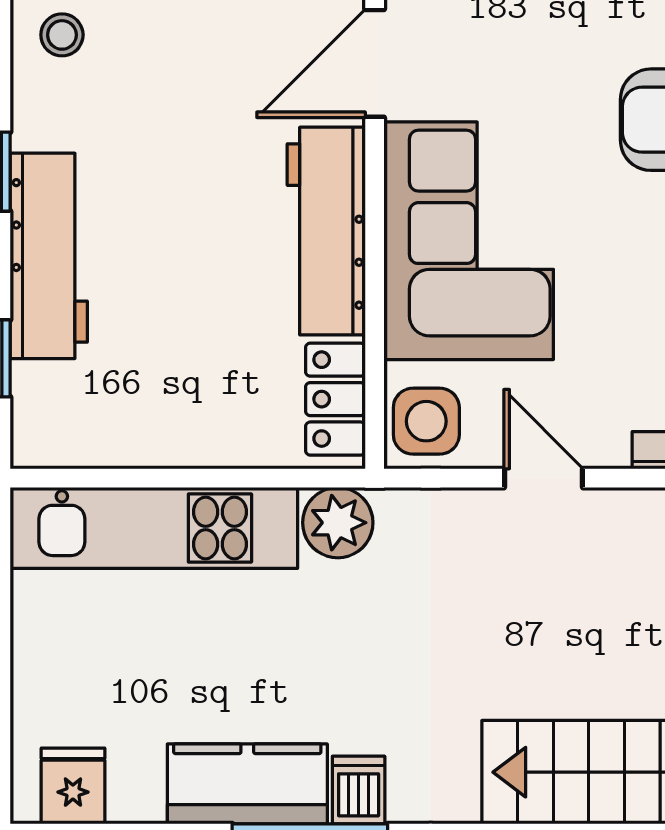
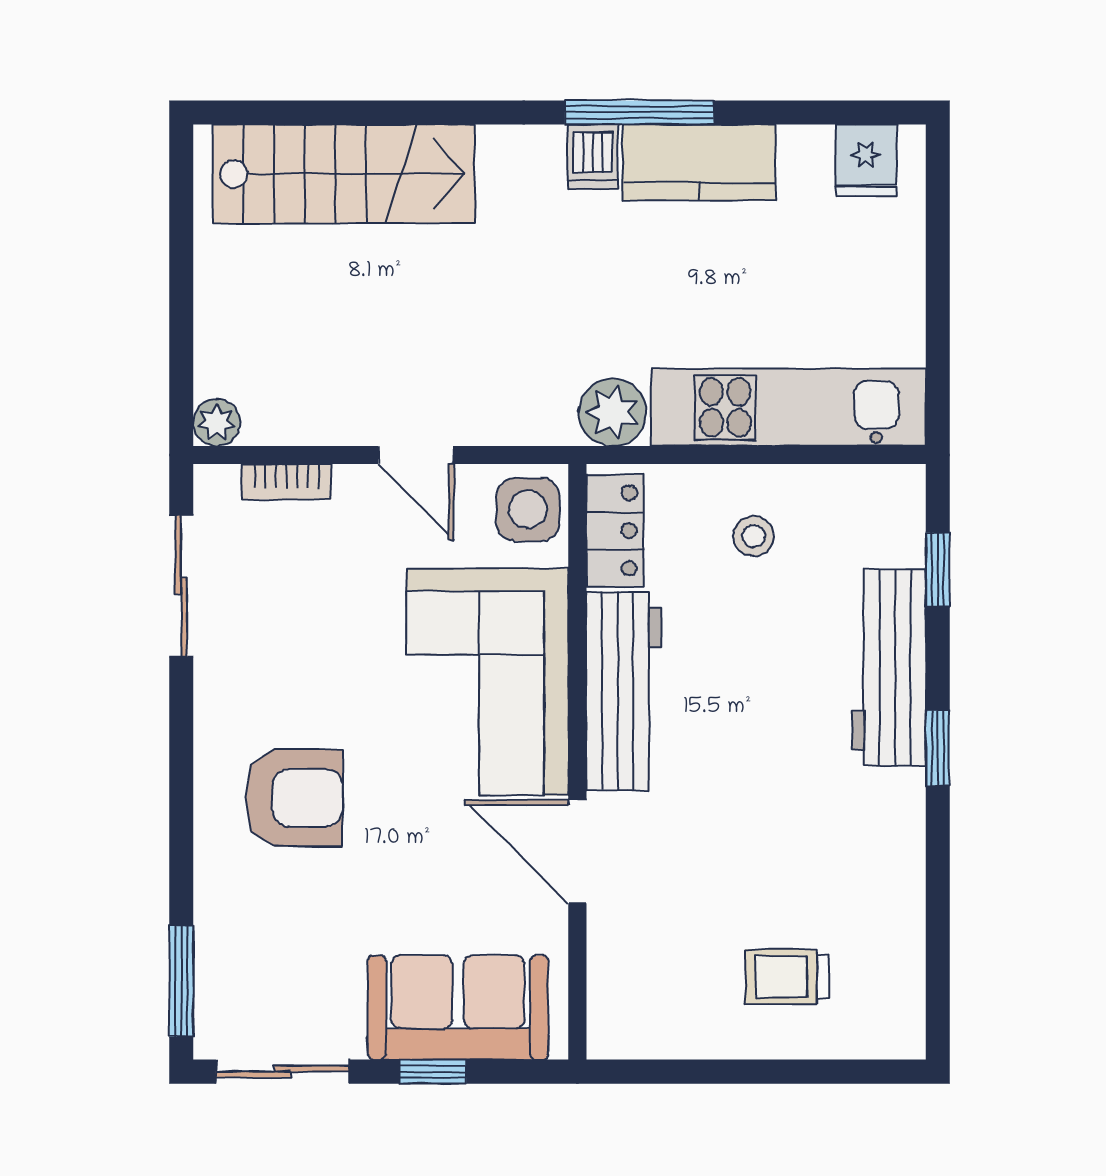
stool: (62, 35) -> (754, 536), moved
door: (375, 63) -> (577, 852), swing flipped

